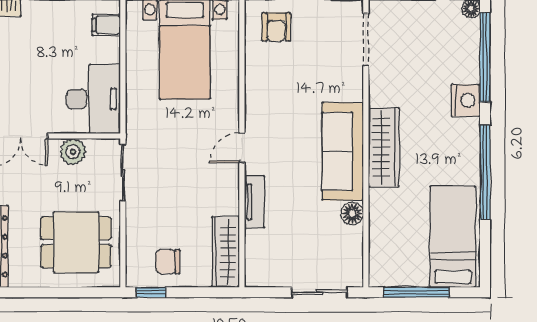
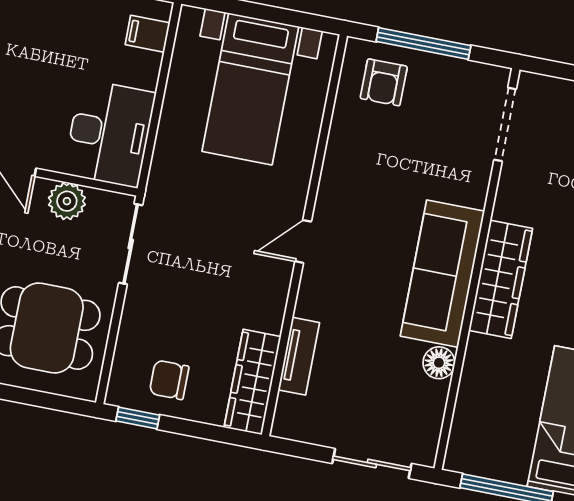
tv unit: (254, 202) -> (299, 356), moved

